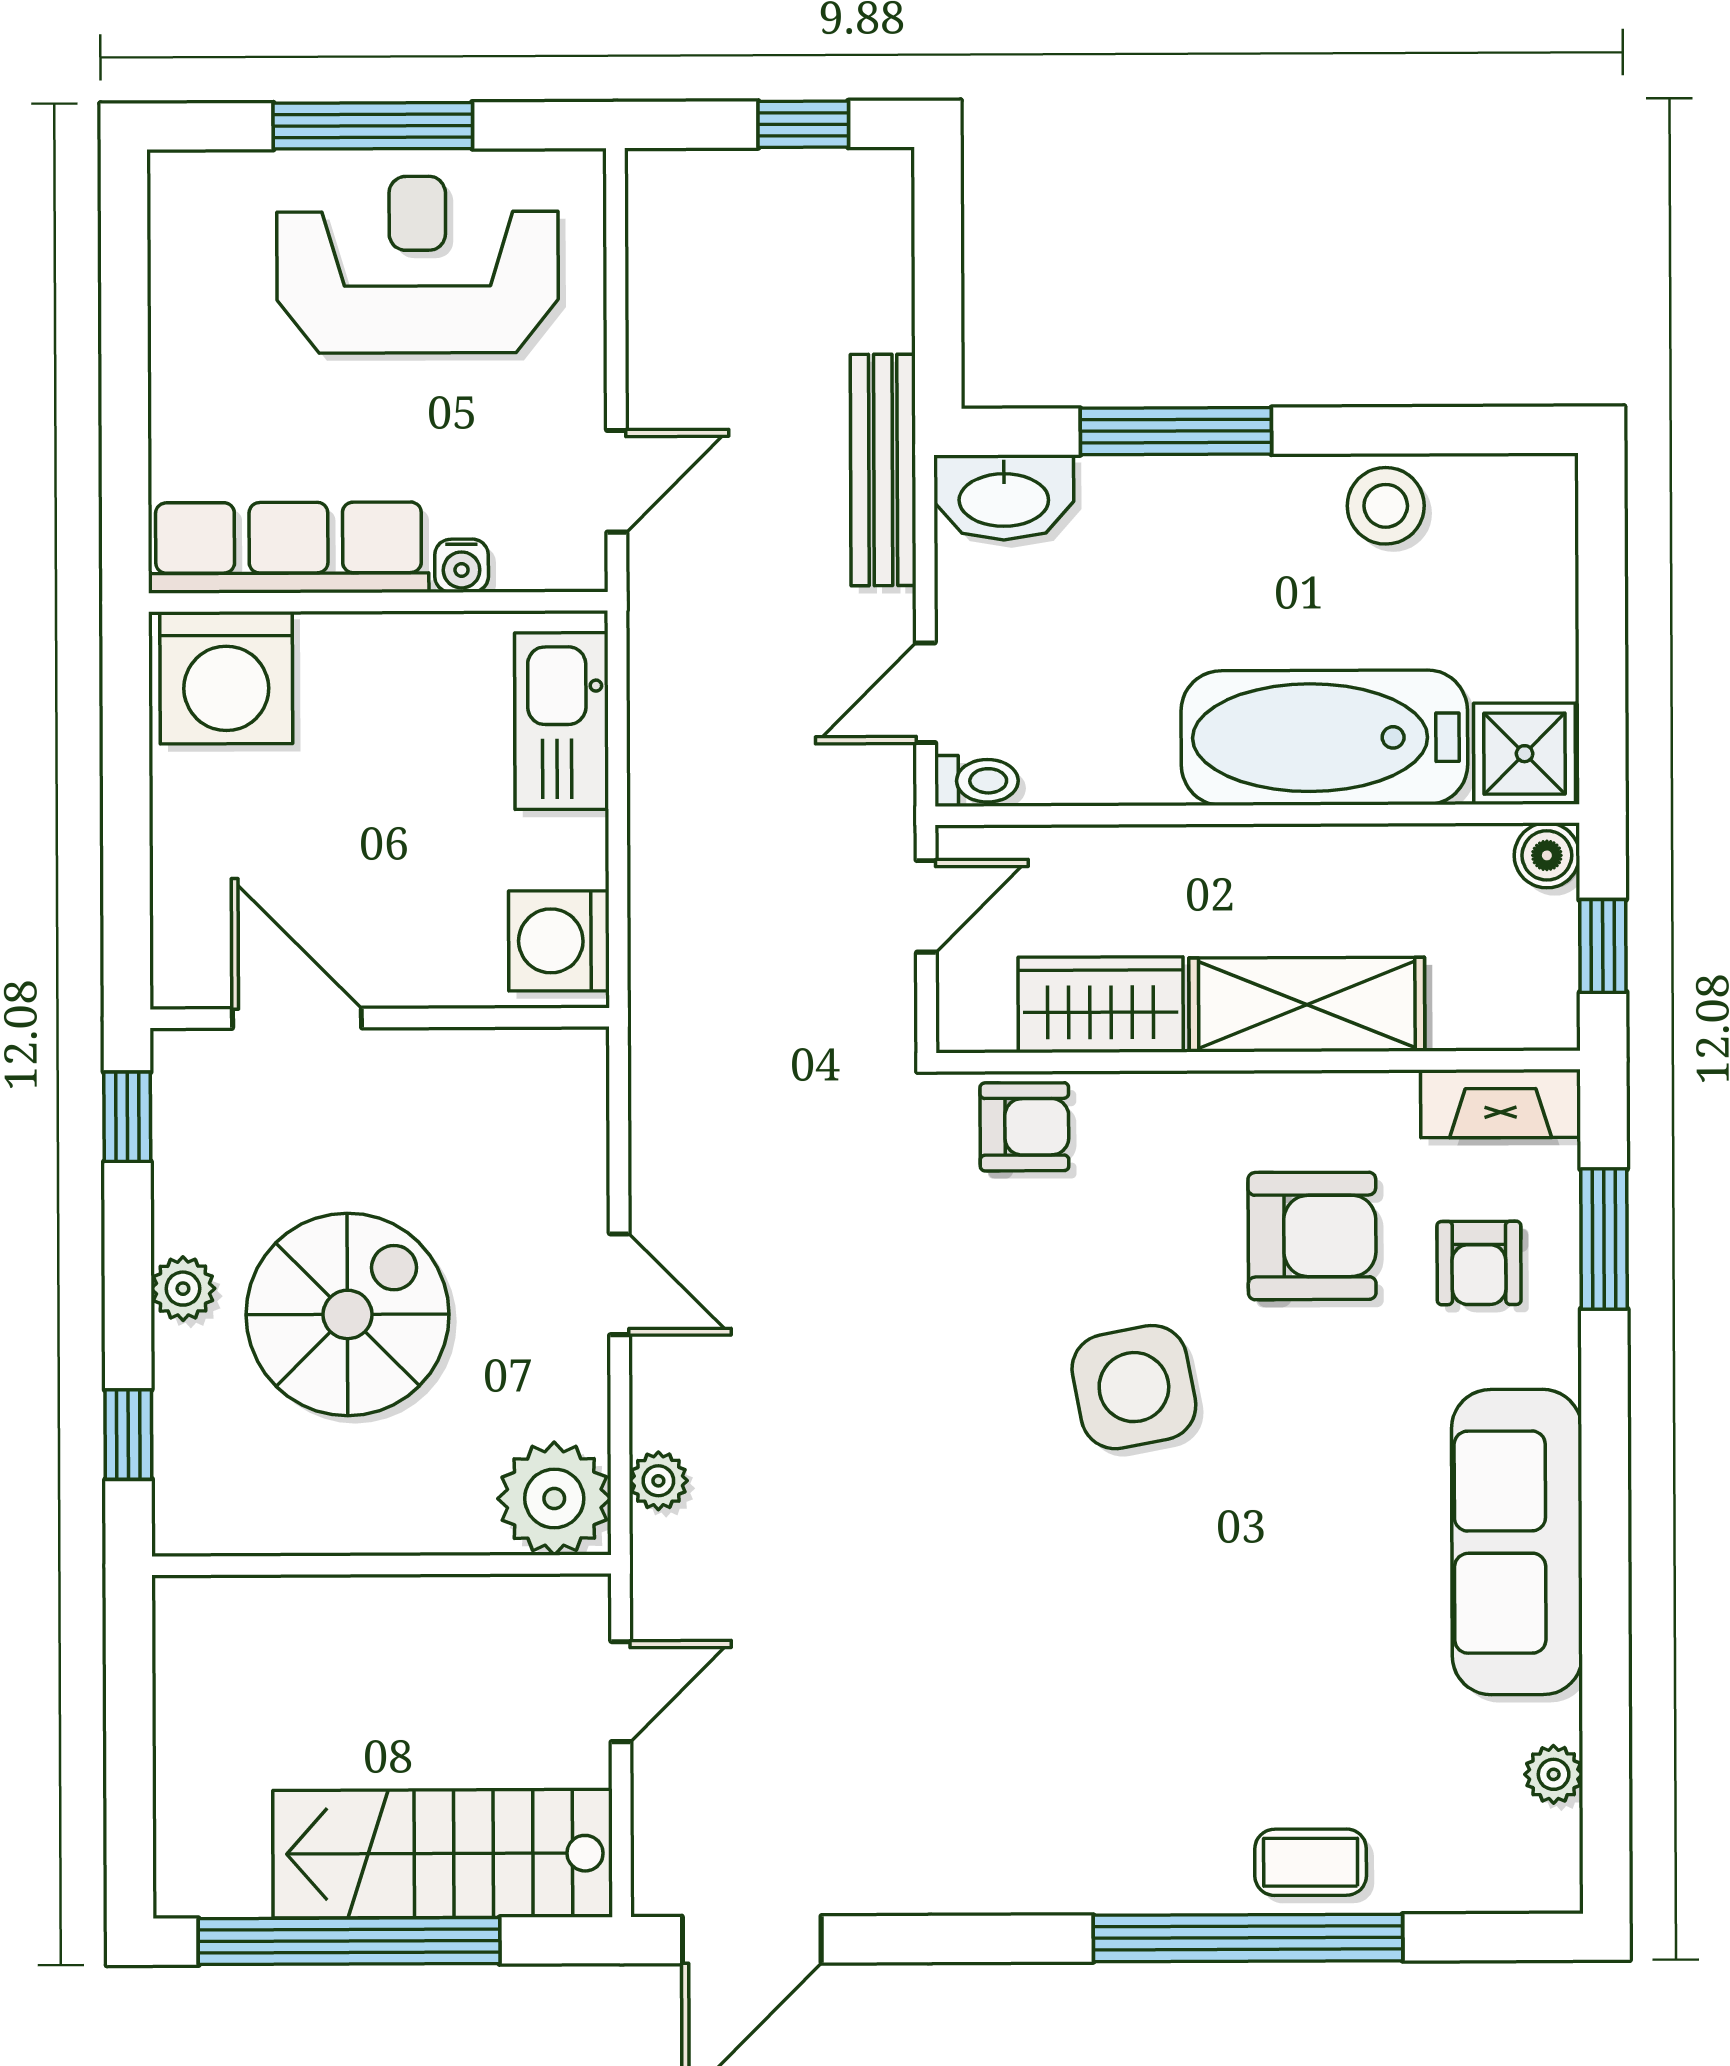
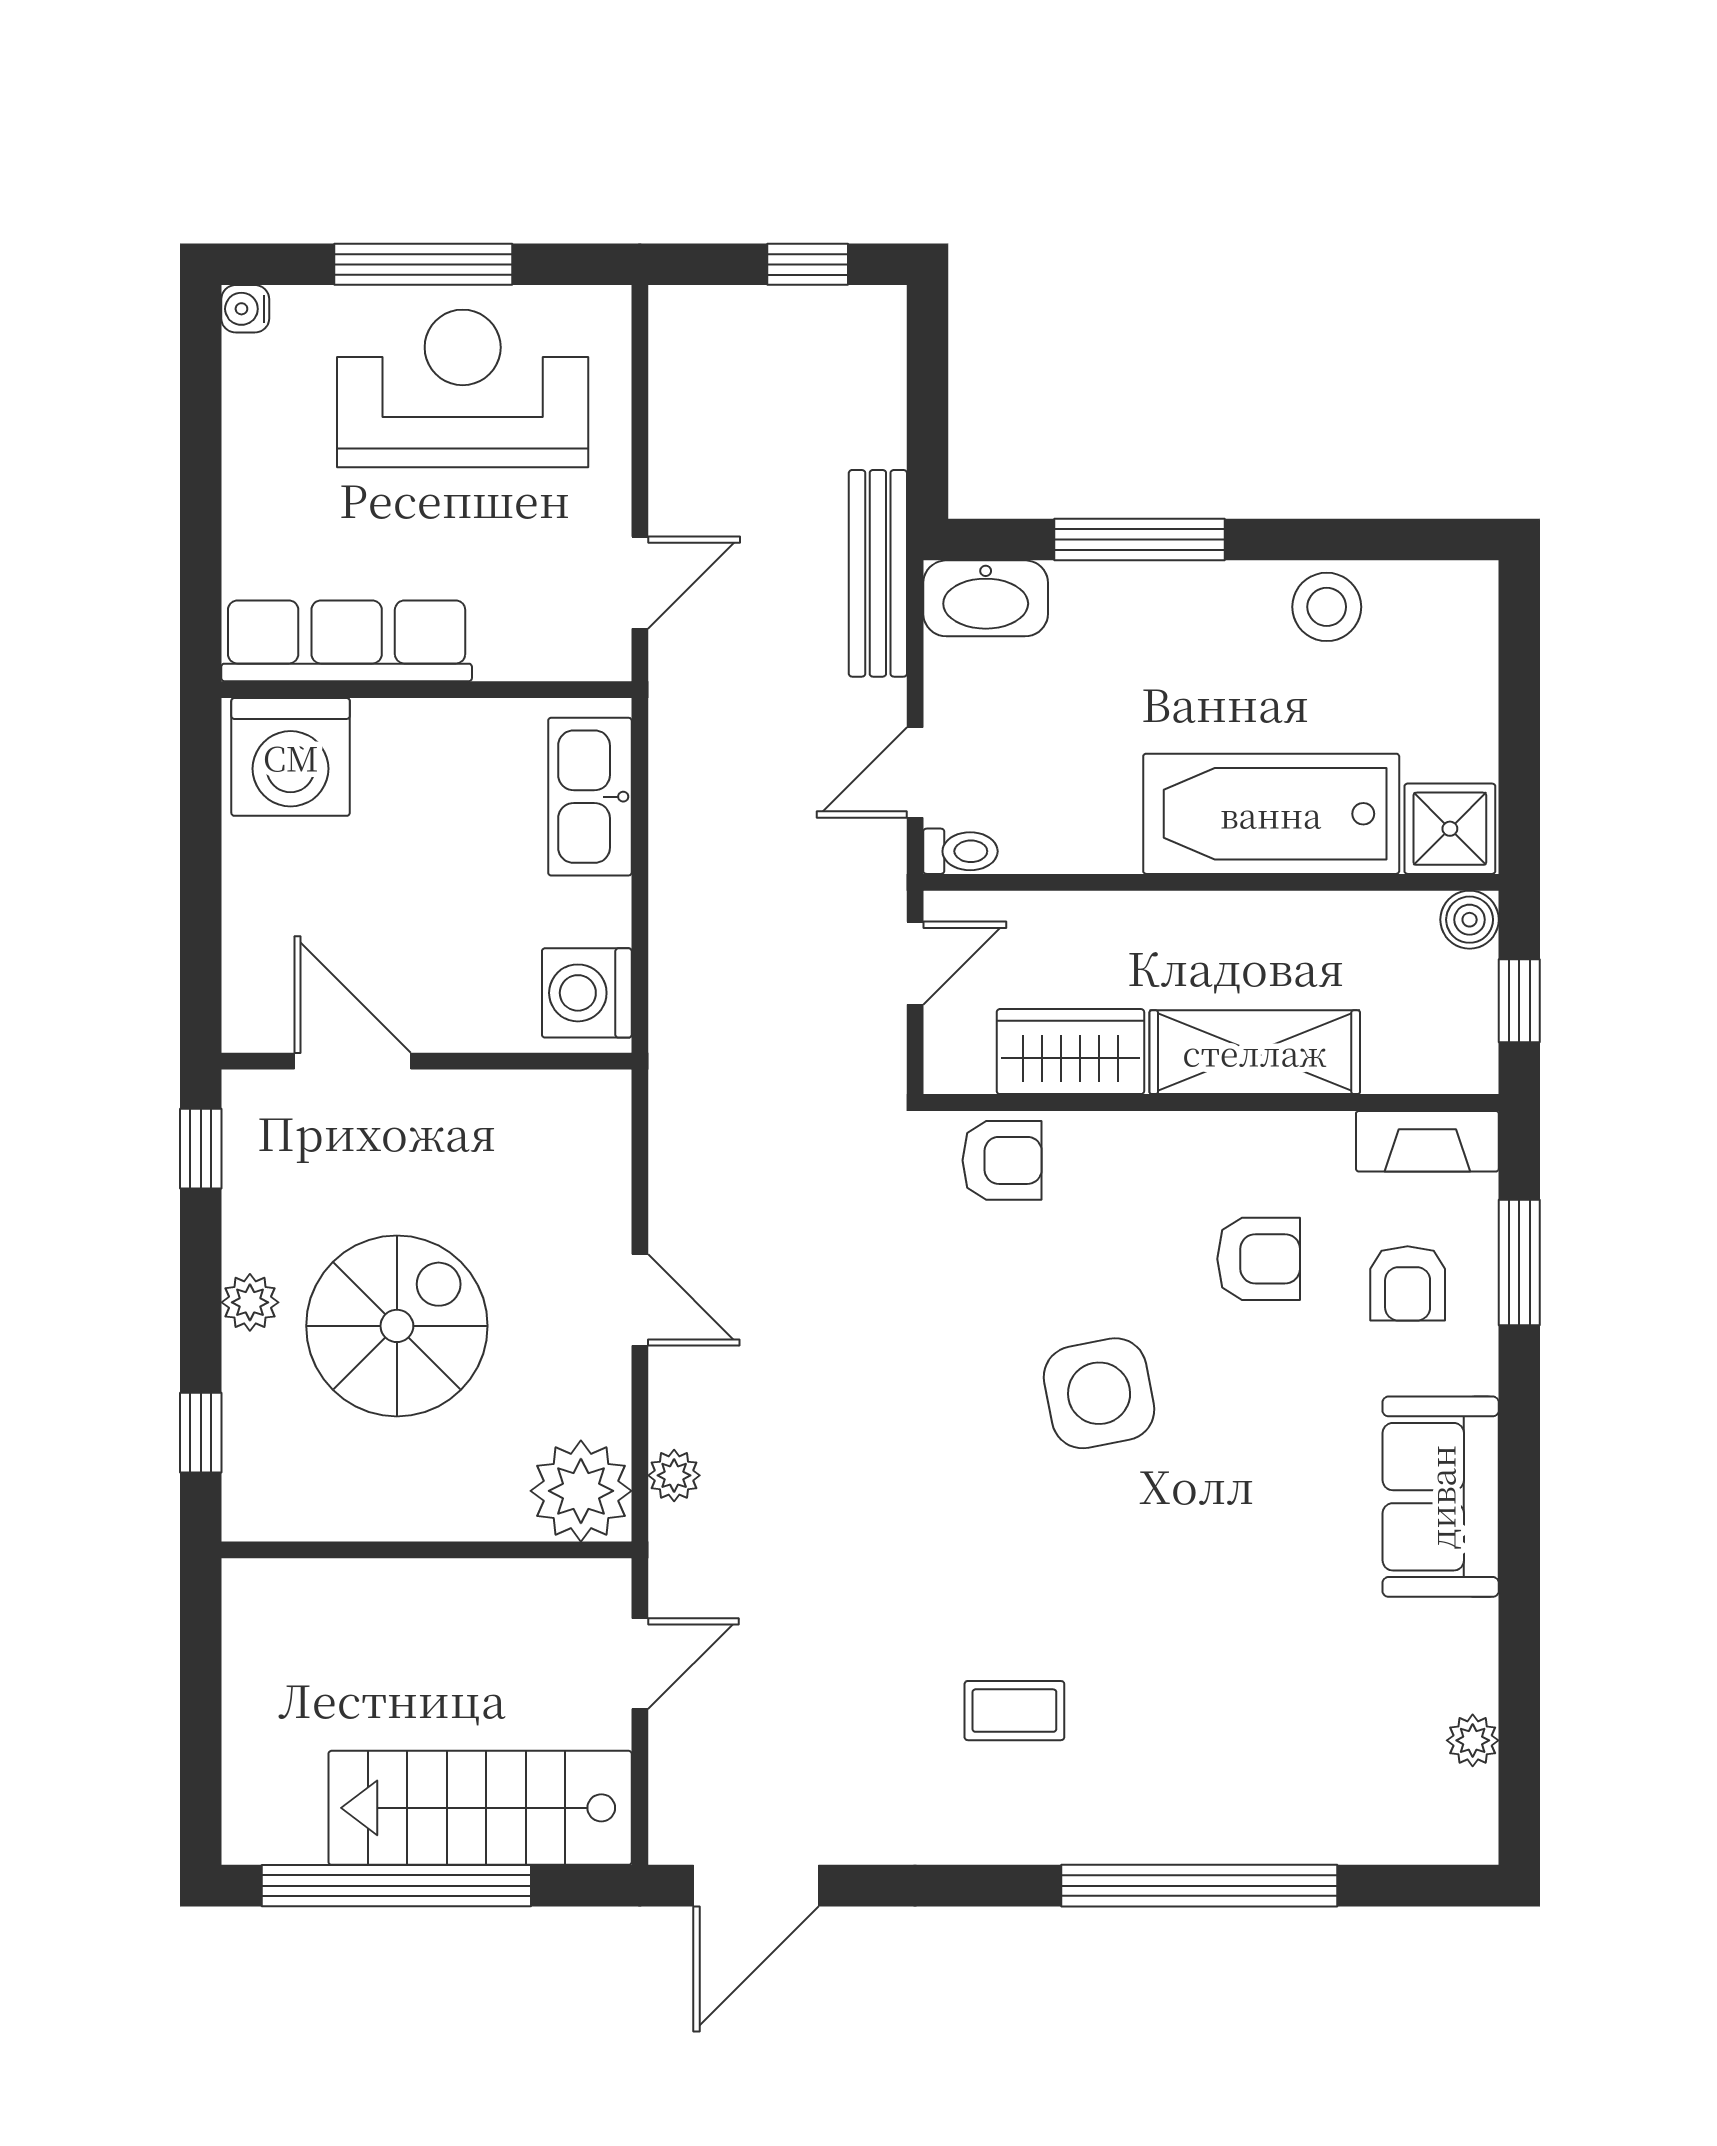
water cooler: (462, 566) -> (245, 309), moved, turned 90
armchair: (1312, 1236) -> (1259, 1259), width x0.72, depth x0.72
sofa: (1517, 1542) -> (1441, 1497), width x0.73
coffee table: (1311, 1862) -> (1014, 1711), moved

